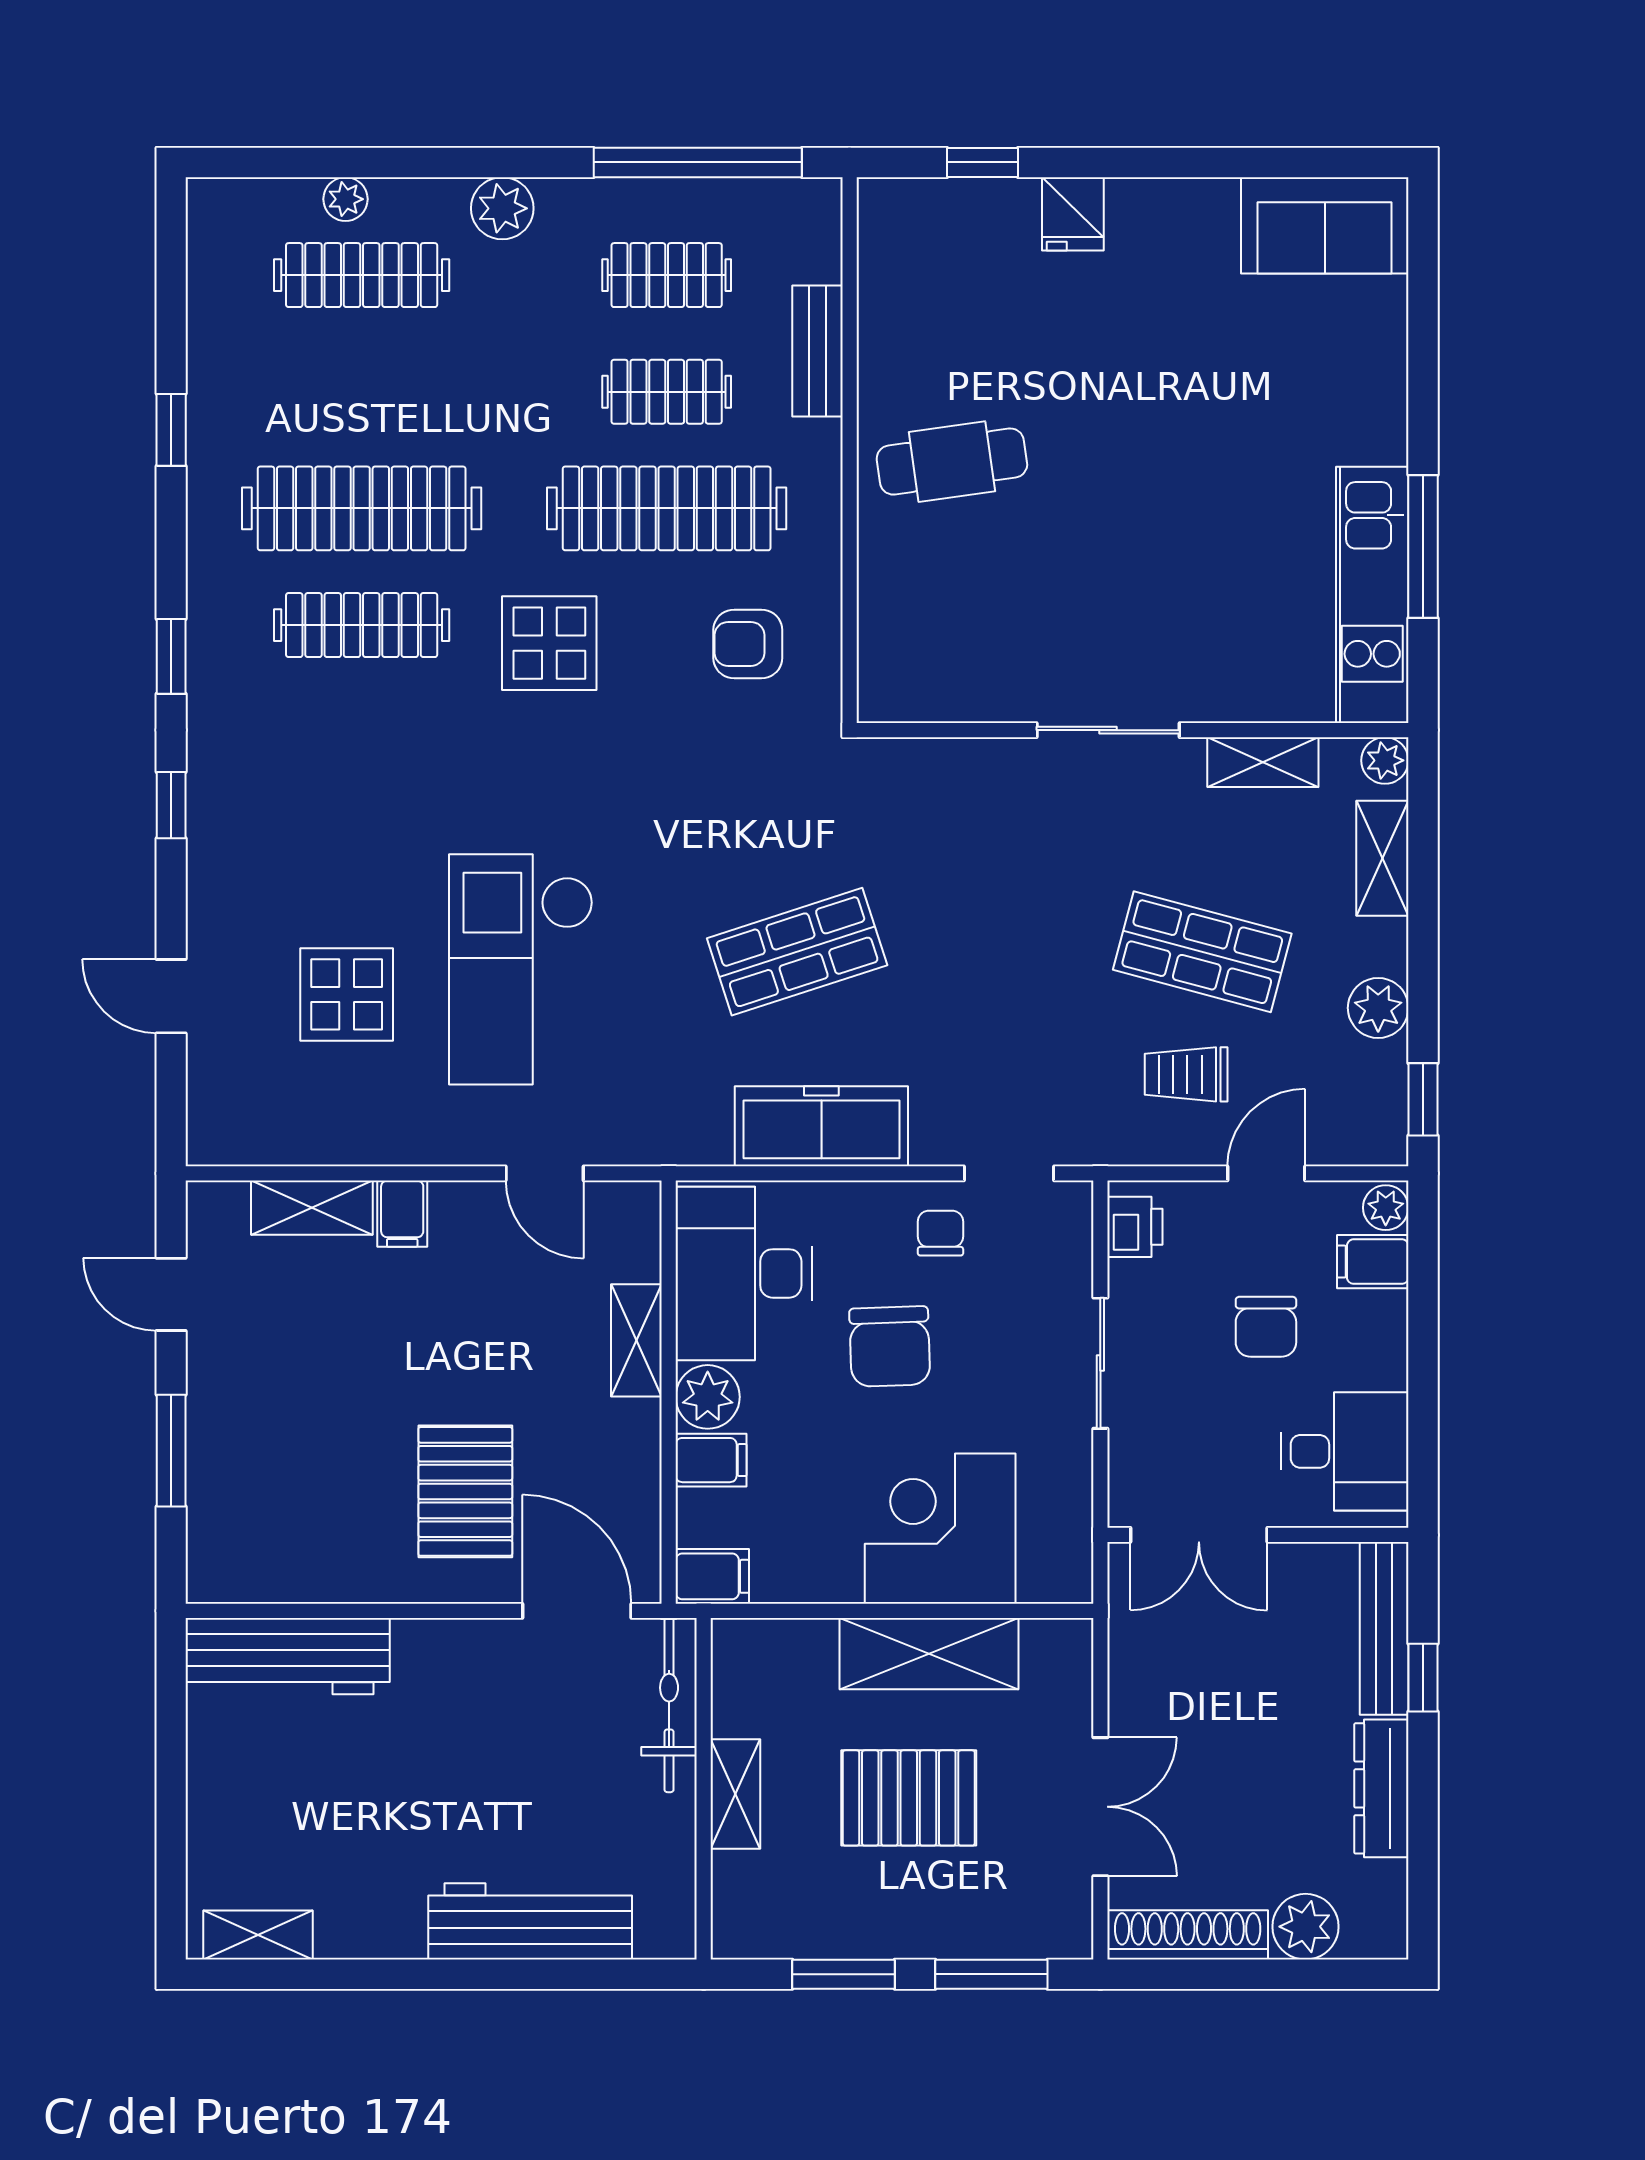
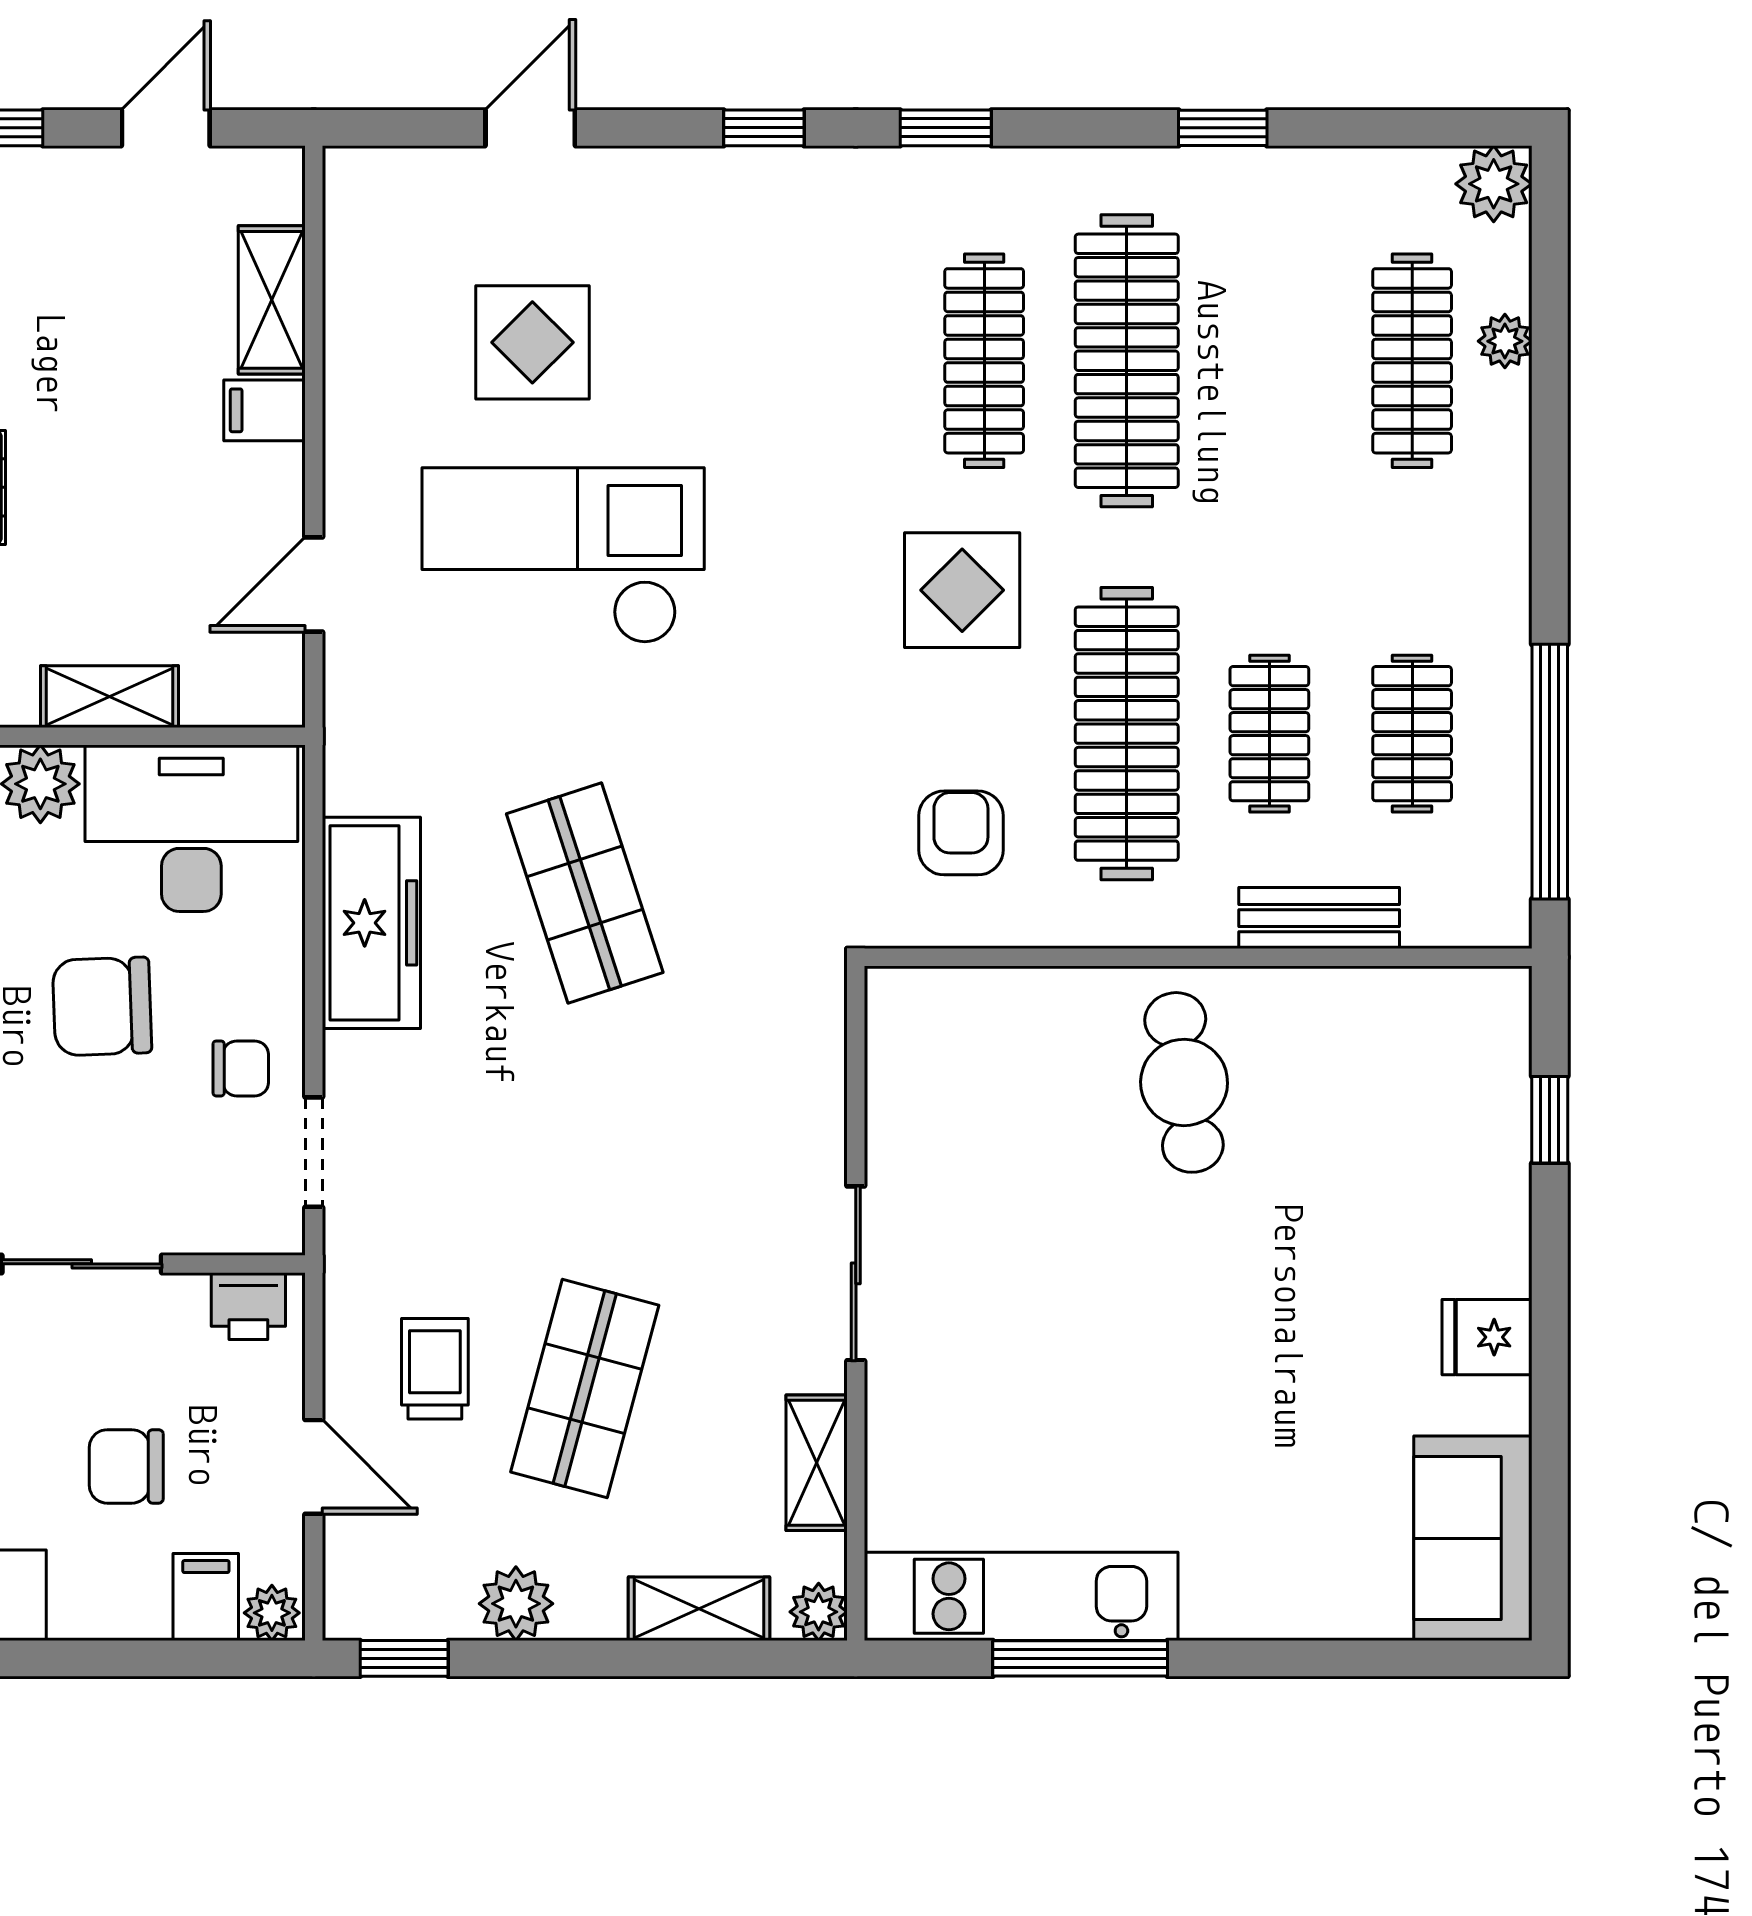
plant: (502, 208) -> (1494, 184), moved
fridge: (1073, 214) -> (1487, 1337), moved

